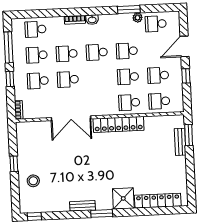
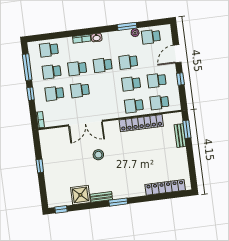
locker: (119, 124) -> (141, 123), moved
stool: (33, 181) -> (98, 155), moved
shower: (123, 198) -> (80, 195), moved

